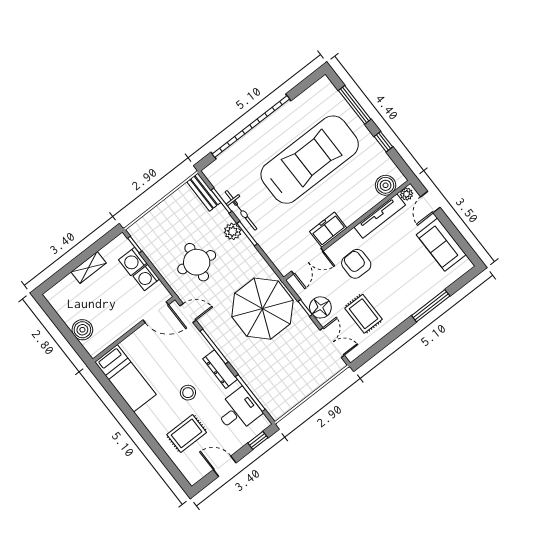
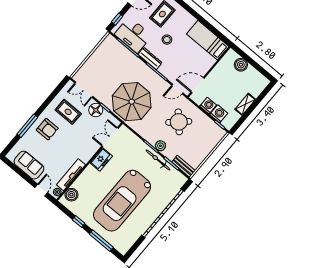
round table: (197, 262) -> (179, 122), turned 35
armchair: (356, 264) -> (47, 129), moved
desk: (238, 411) -> (133, 35), width x1.37

